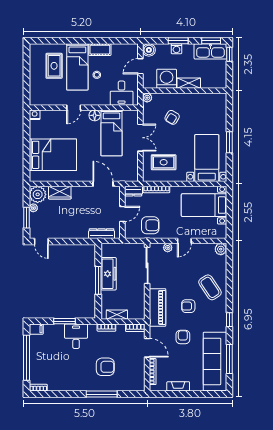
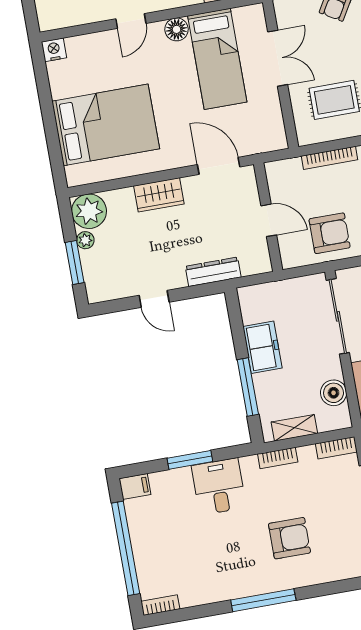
dresser: (133, 191) -> (283, 170), removed
wardrobe: (60, 193) -> (159, 195), moved
door: (122, 214) -> (269, 220), hinge flipped
dresser: (102, 234) -> (213, 272), moved
door: (41, 242) -> (154, 299), moved
freezer: (109, 274) -> (262, 347), width x0.71
window: (98, 280) -> (248, 387), moved
boiler: (139, 301) -> (334, 393), added
window: (102, 394) -> (263, 600), moved

